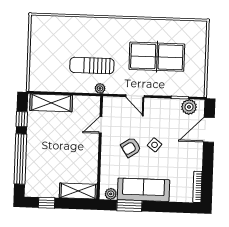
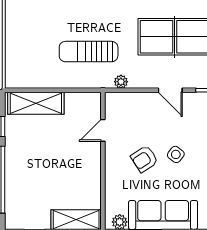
plant: (100, 88) -> (121, 82), moved
door: (135, 96) -> (170, 90), moved

